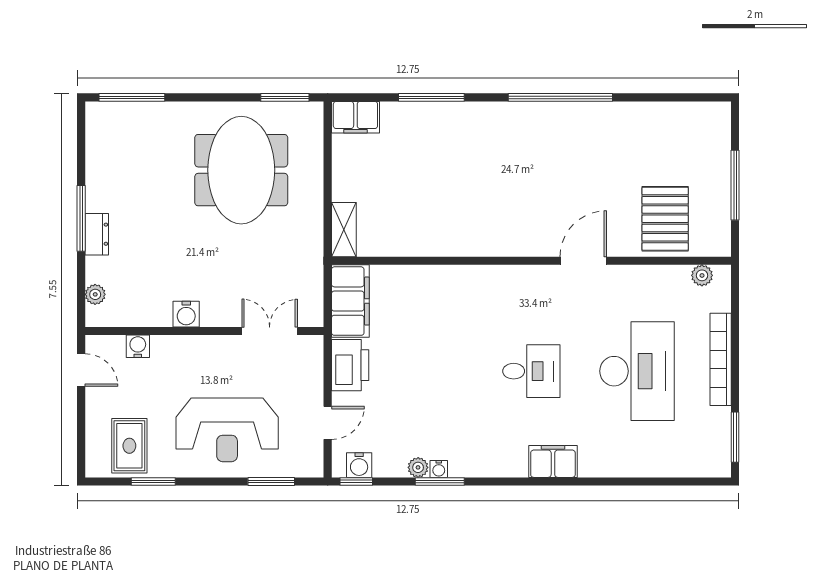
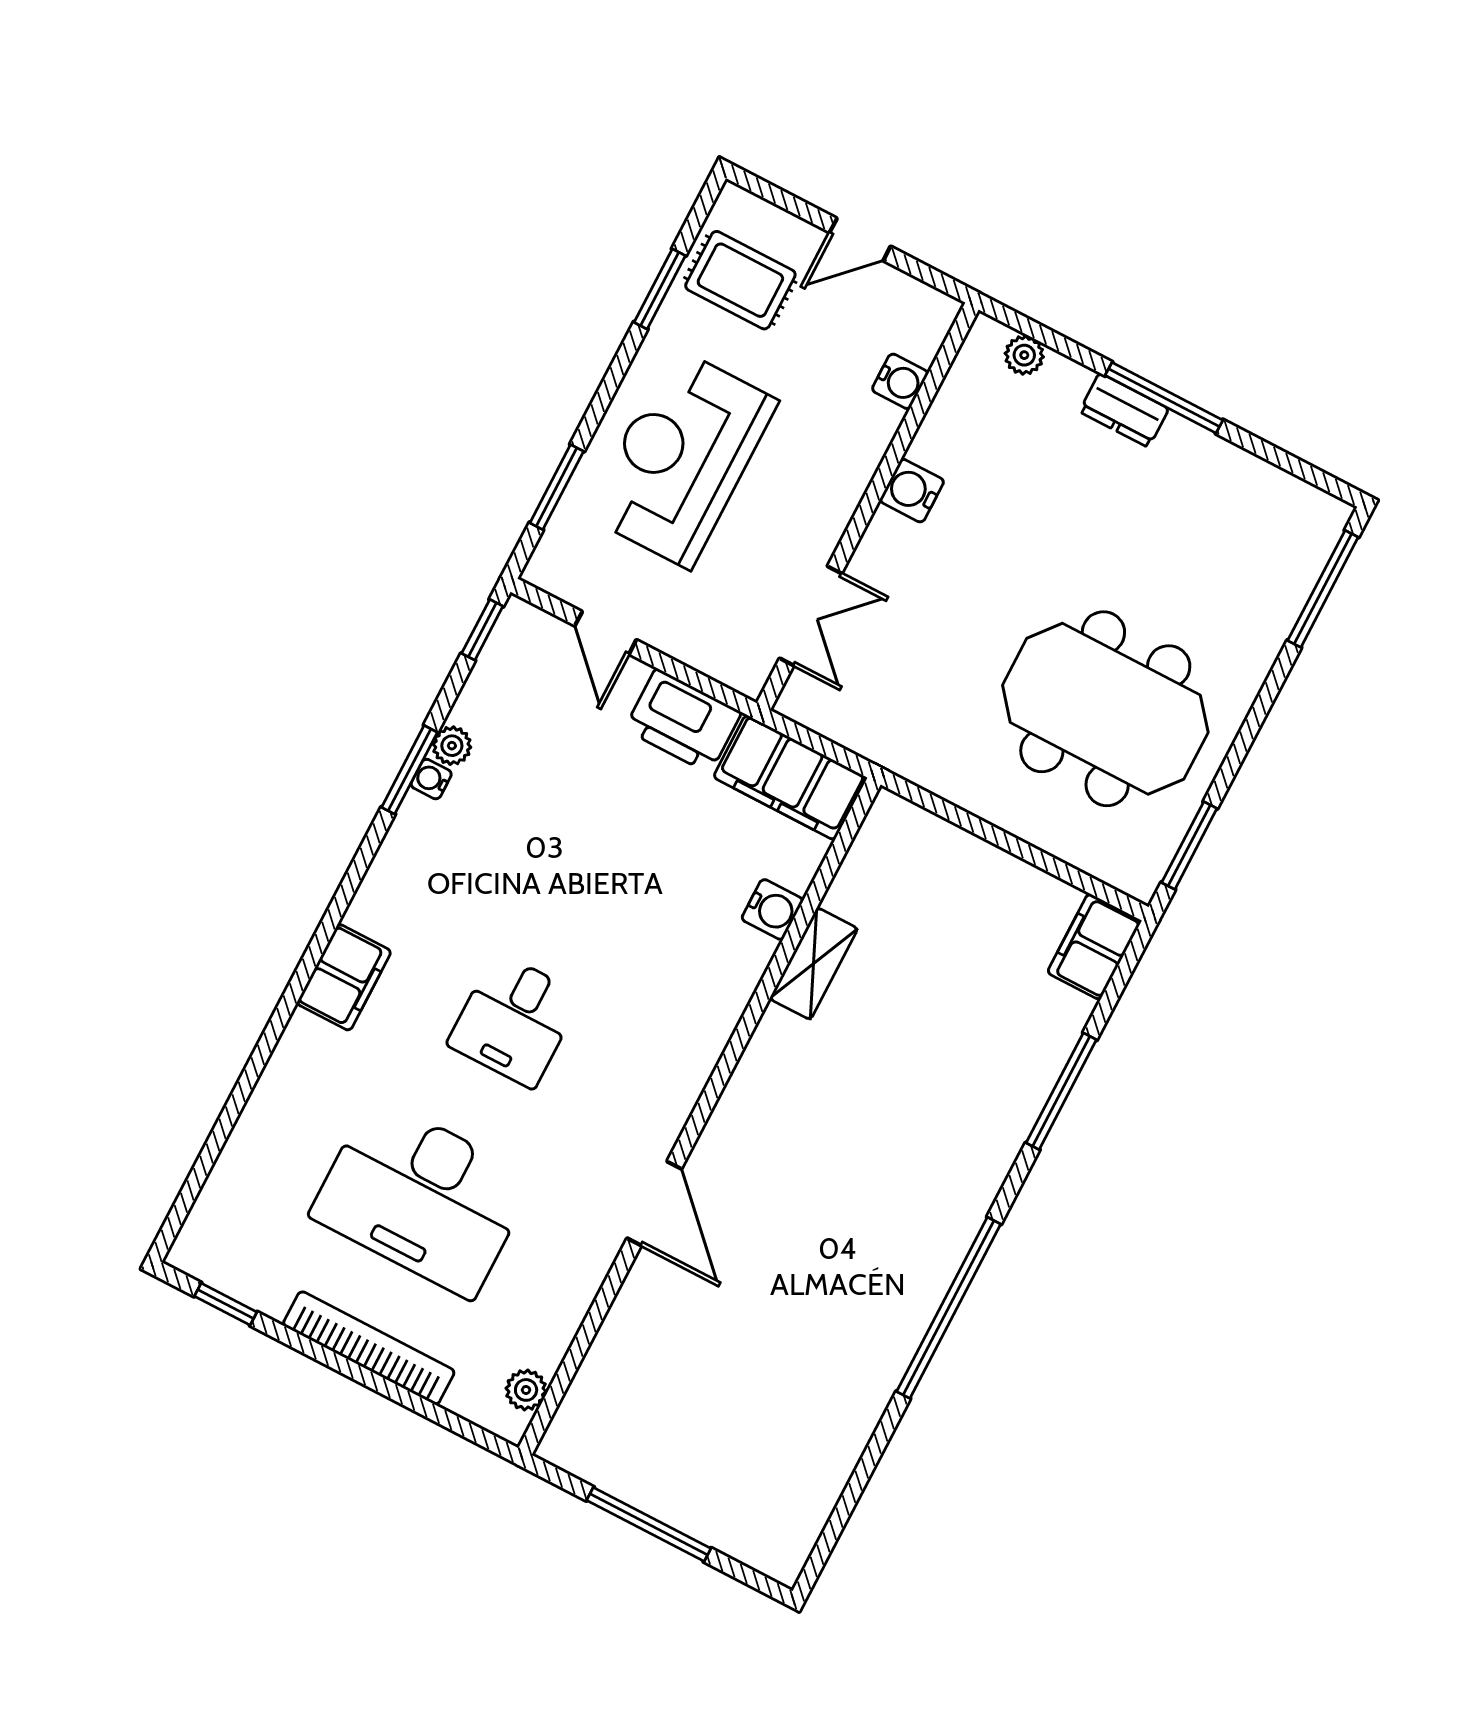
pallet: (665, 219) -> (653, 1378), removed
shelving: (344, 230) -> (814, 964), moved, turned 90
door: (81, 370) -> (860, 239), moved
window: (735, 437) -> (226, 1304), width x0.67
water cooler: (359, 465) -> (772, 909), moved, turned 180

